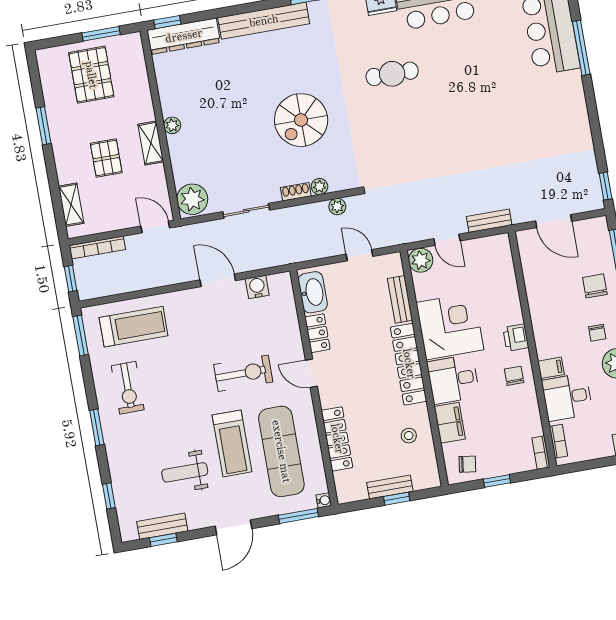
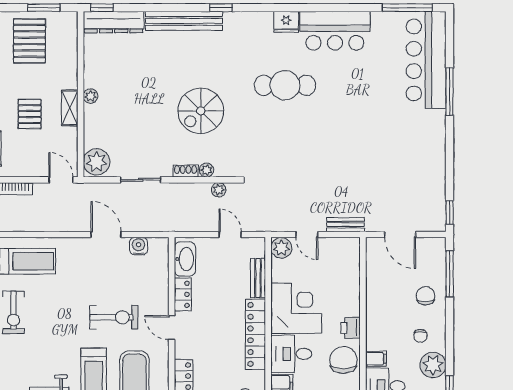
cafe table: (392, 74) -> (285, 85), width x1.37, depth x1.35
chair: (514, 376) -> (343, 360), width x1.87, depth x1.87

